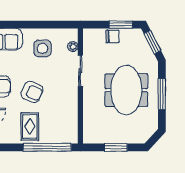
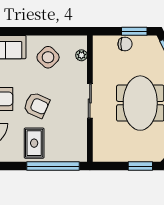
side table: (42, 48) -> (48, 57), turned 45
sliding door: (80, 71) -> (90, 101), moved
window: (116, 147) -> (140, 166), moved

